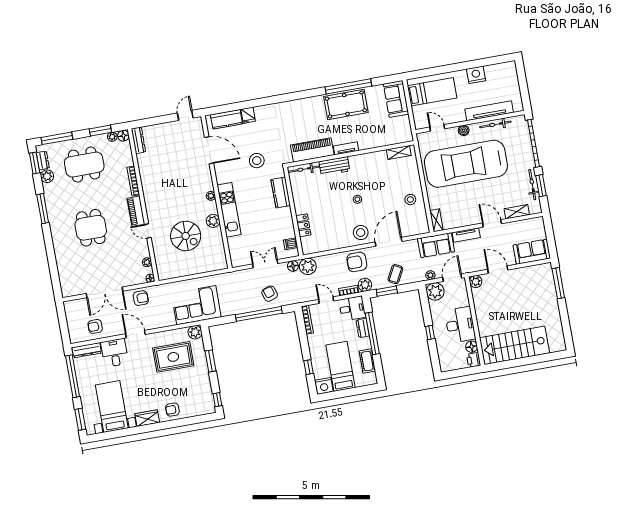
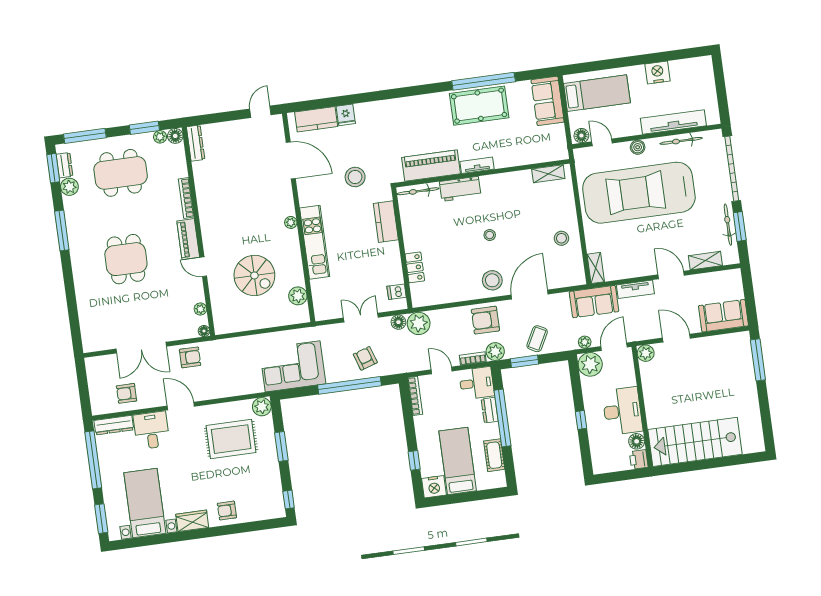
floor lamp: (422, 123) -> (581, 136), added
plant: (213, 221) -> (298, 296), moved
corner sofa: (196, 305) -> (293, 366), moved

